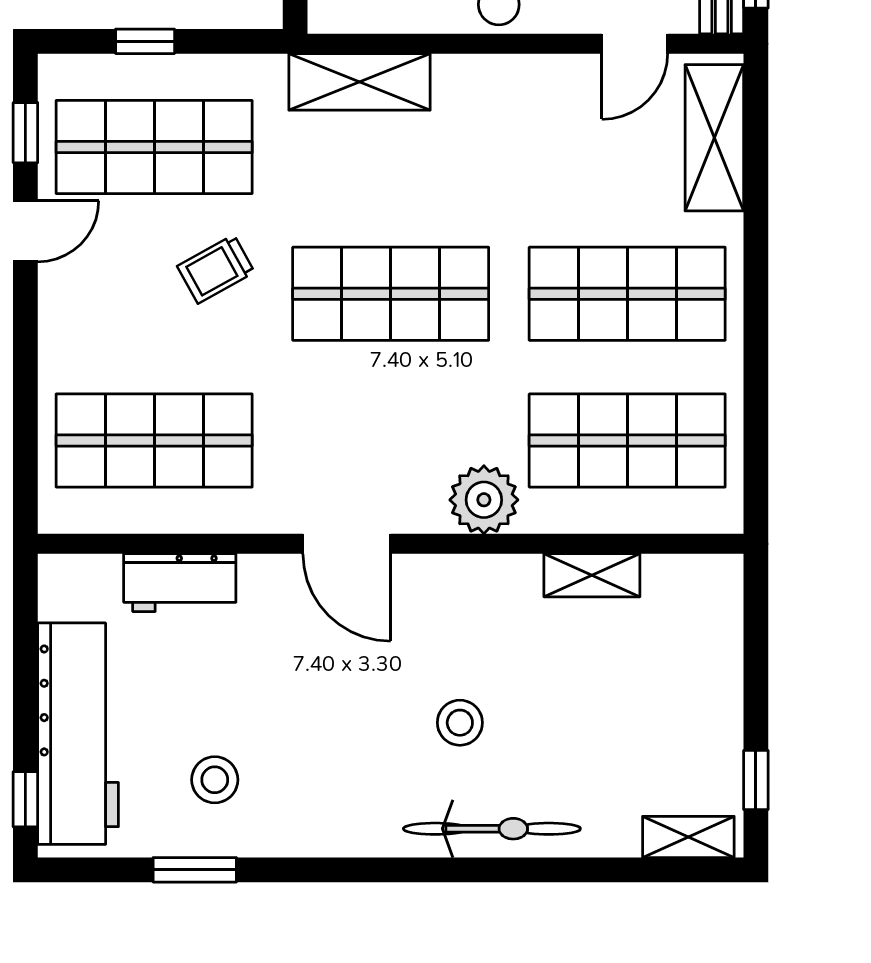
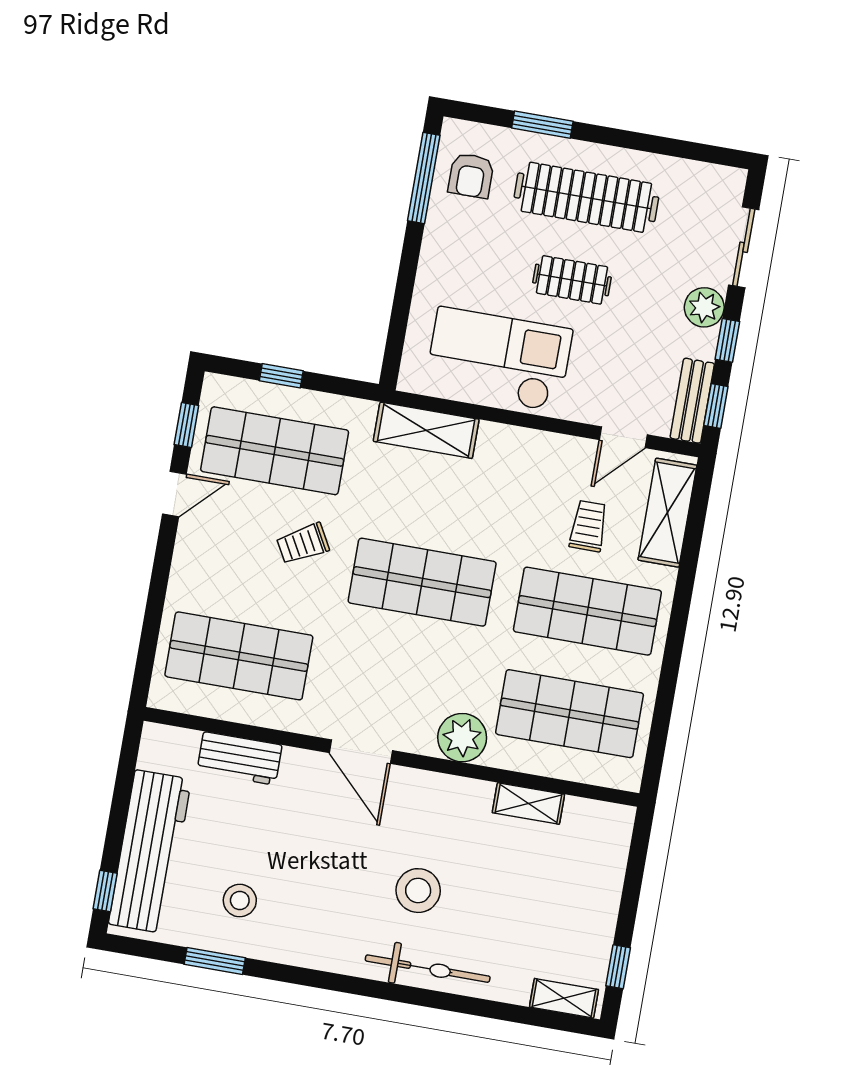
trolley: (608, 176) -> (588, 526), added
stool: (460, 723) -> (418, 891), width x1.38, depth x1.38

